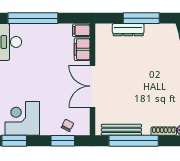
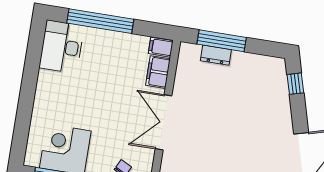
window: (141, 18) -> (222, 41), moved
dresser: (128, 30) -> (216, 55), width x0.70

